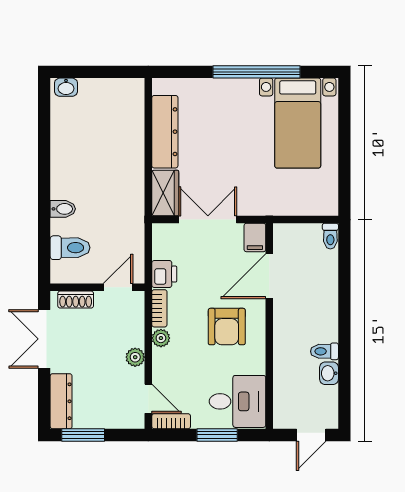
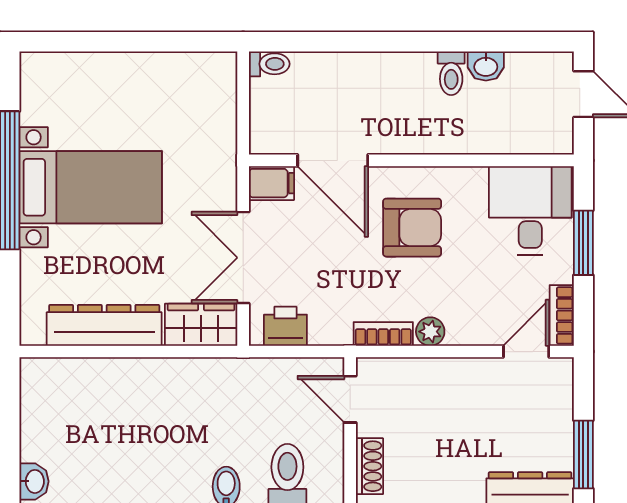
bed with nightstands: (298, 123) -> (91, 187), moved
printer: (164, 274) -> (285, 326), moved
plant: (135, 357) -> (460, 372), removed

